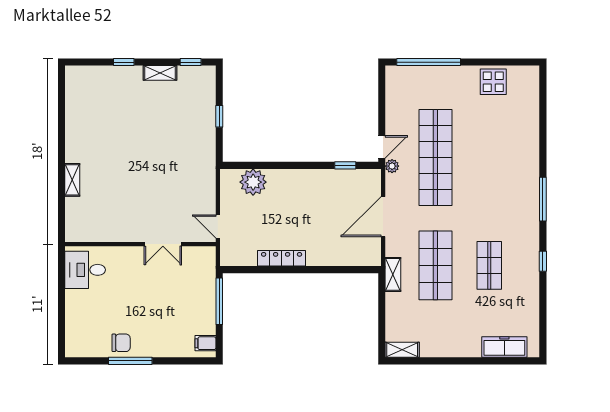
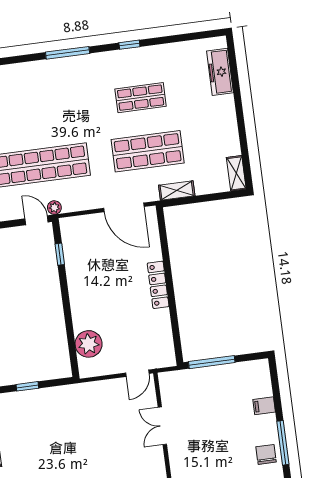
door: (383, 217) -> (124, 207), moved
double door: (163, 244) -> (162, 426), swing flipped
locker: (282, 258) -> (158, 285), moved
shelving: (393, 274) -> (177, 191), moved
filing cabinet: (205, 343) -> (264, 406), moved, turned 90

